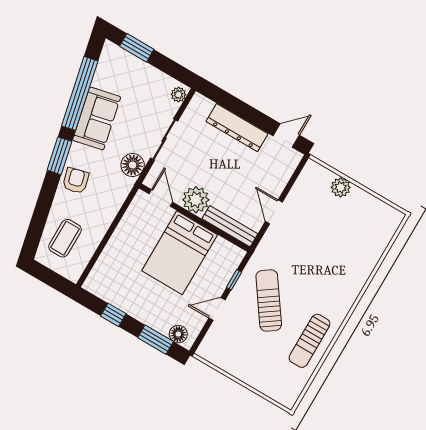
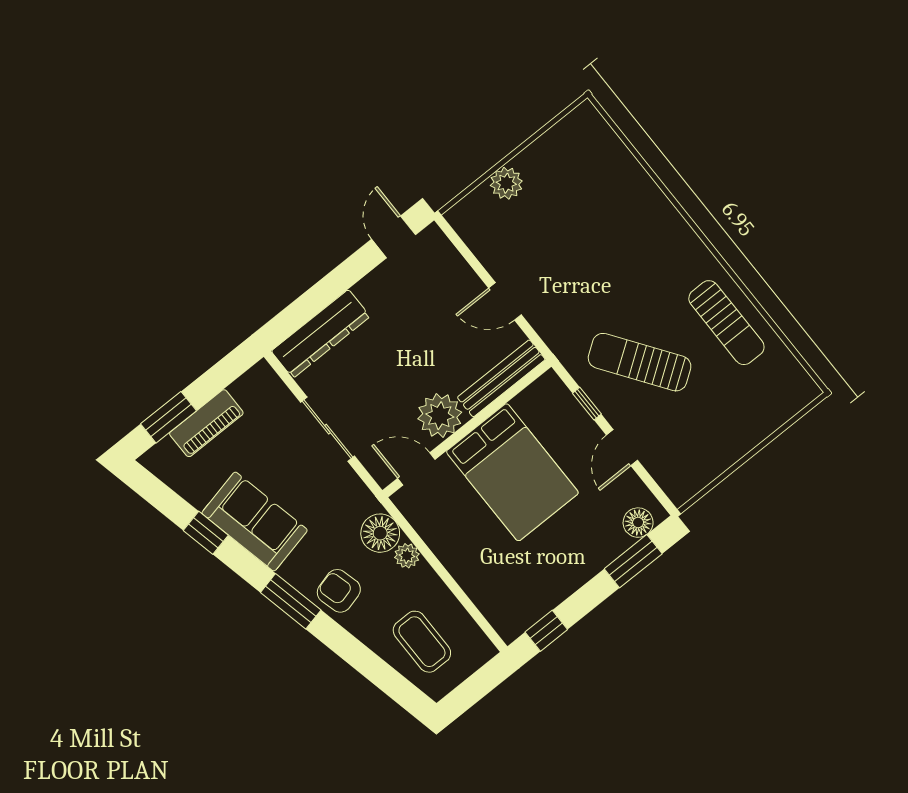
piano: (141, 70) -> (206, 423), added
window: (80, 93) -> (206, 533), width x0.32
plant: (179, 95) -> (407, 556), moved
dresser: (237, 128) -> (321, 334), moved
floor lamp: (133, 165) -> (380, 533), moved
window: (113, 315) -> (546, 631), moved

